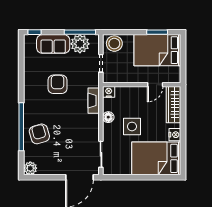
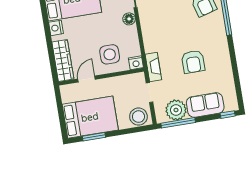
fireplace: (94, 101) -> (153, 67), moved
floor lamp: (108, 117) -> (129, 19), moved
side table: (132, 126) -> (110, 54), moved

